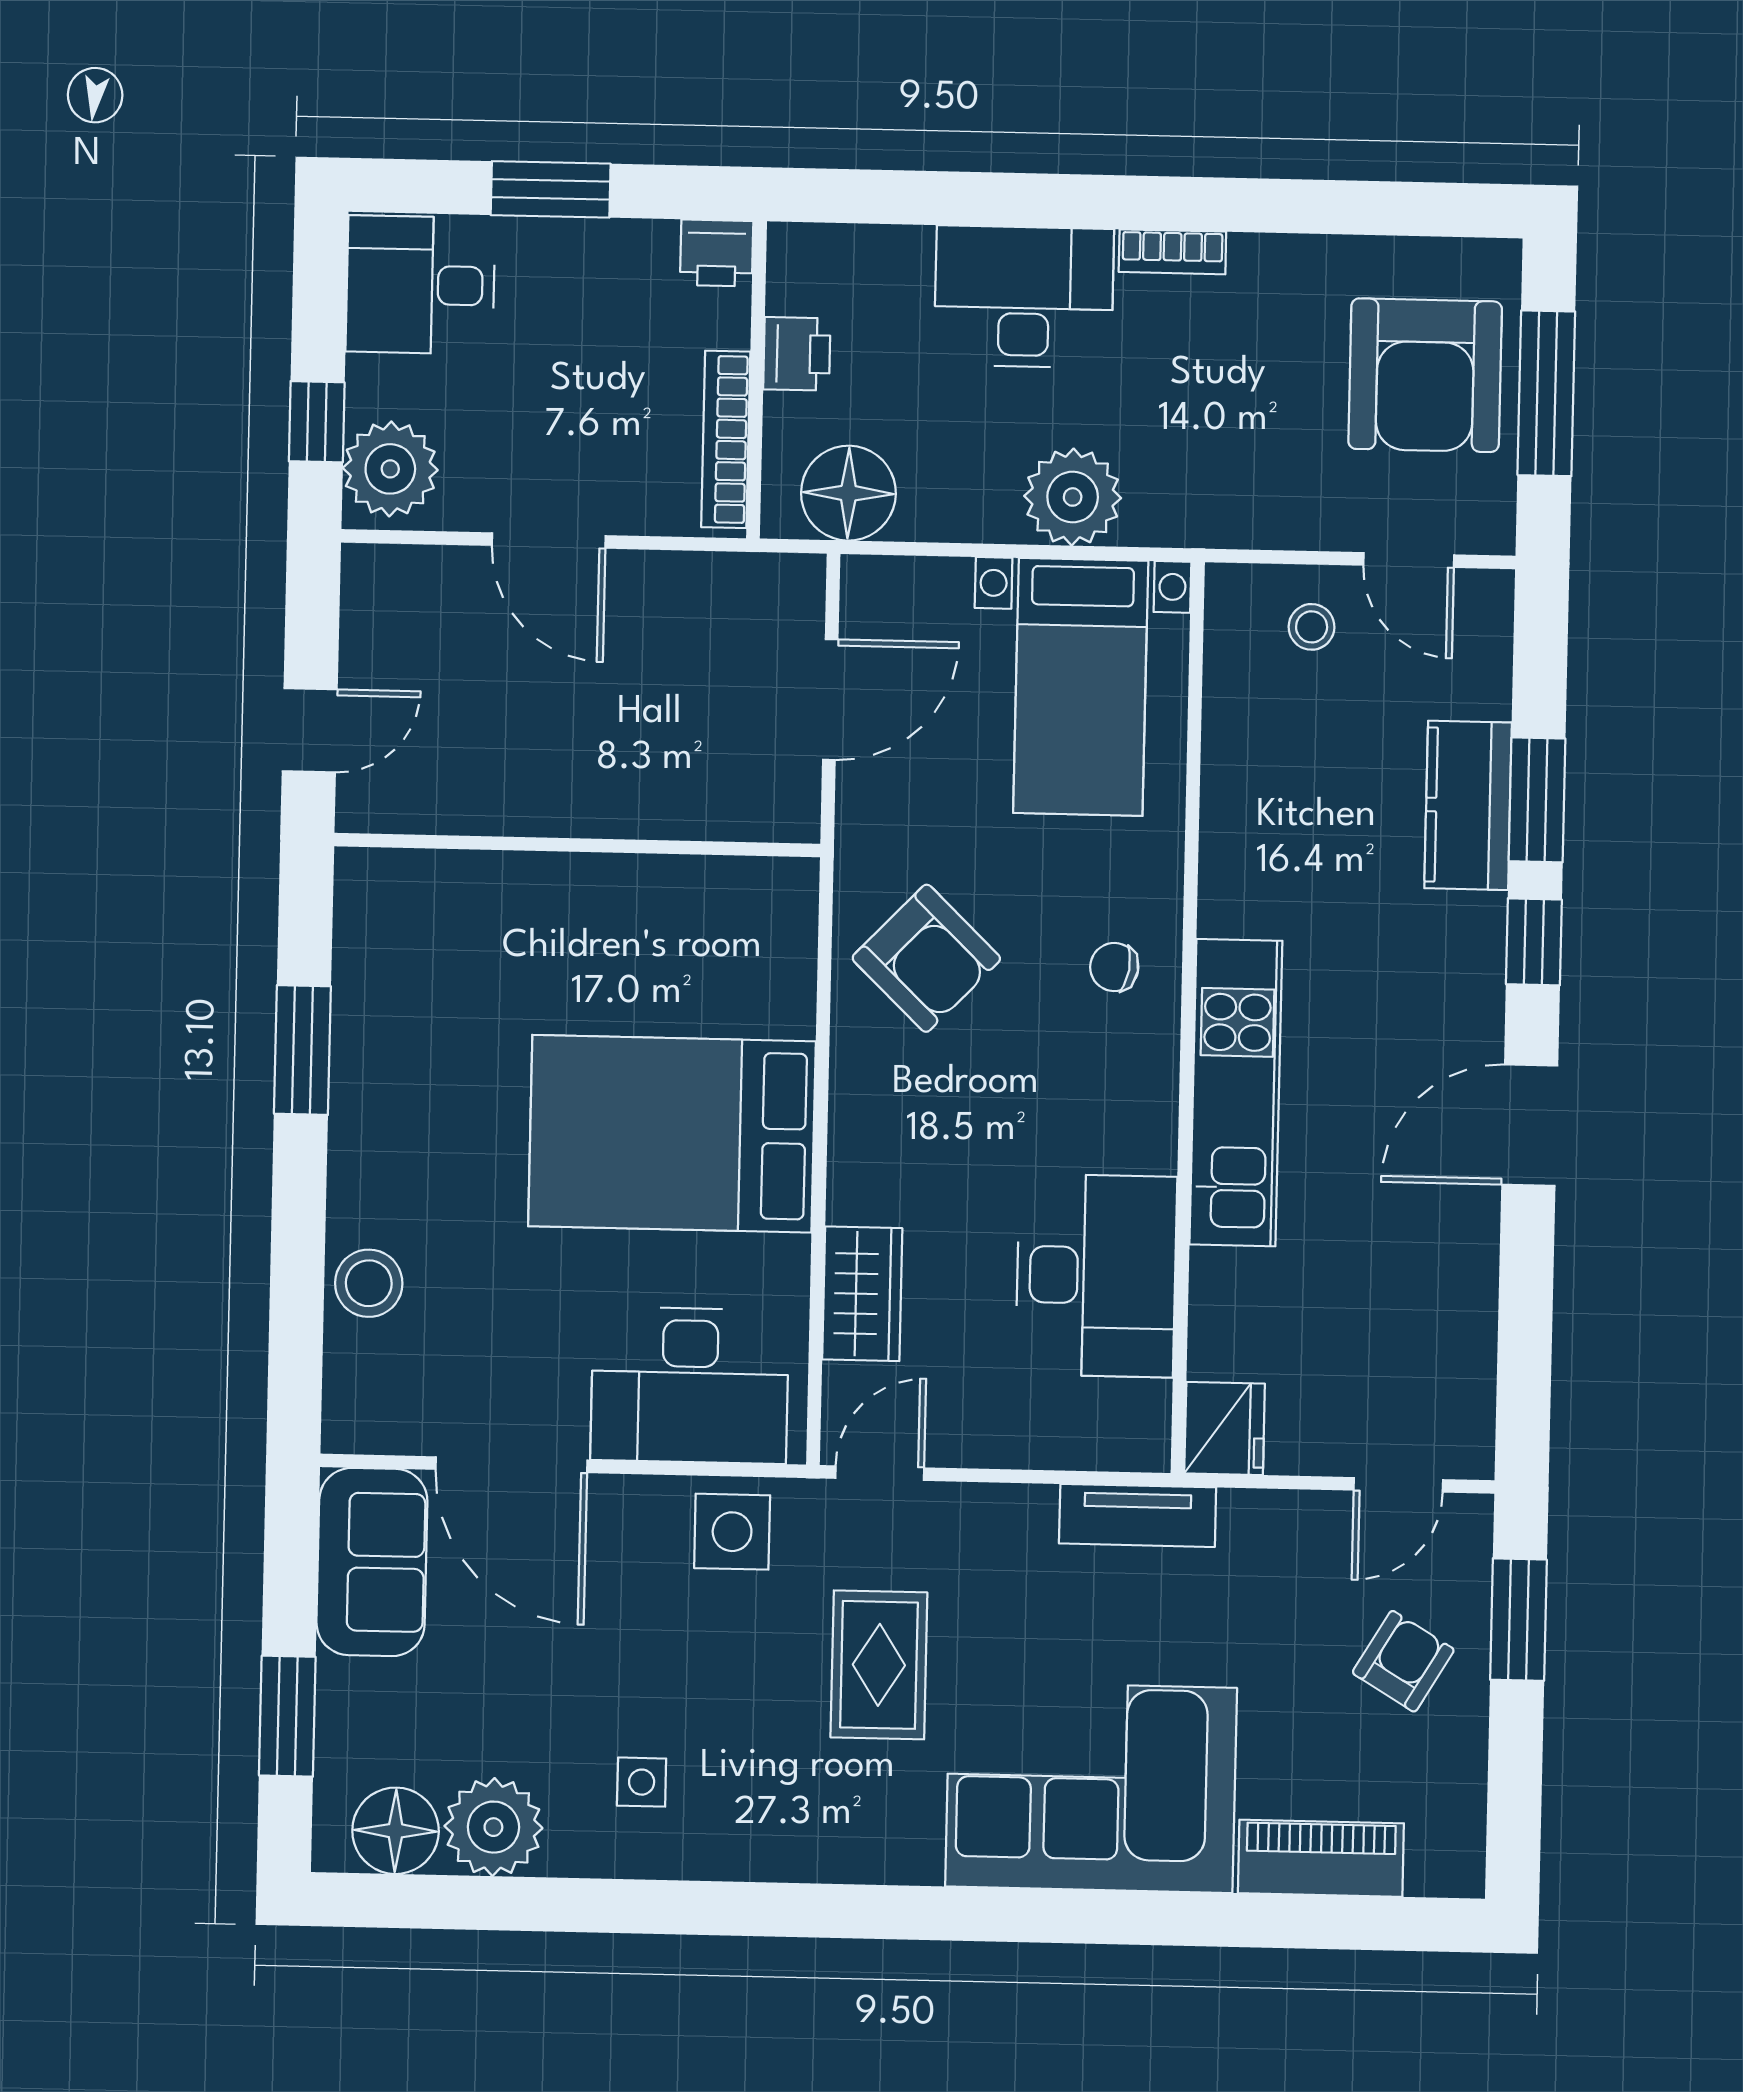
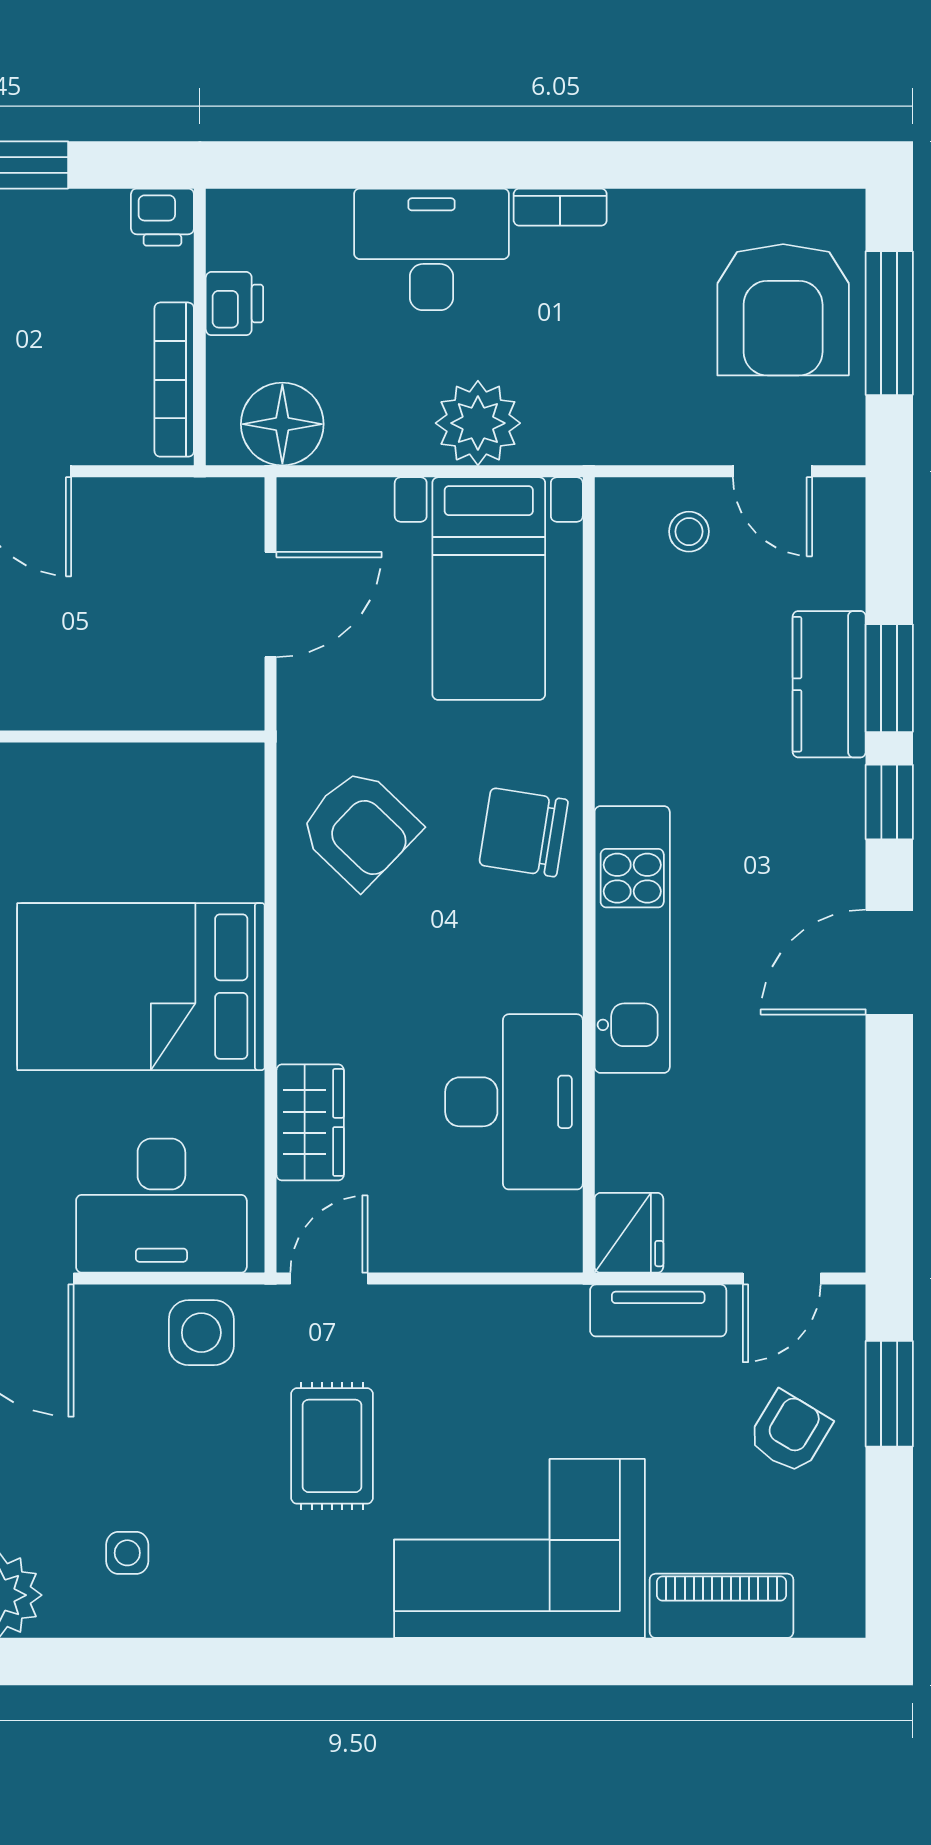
chair: (1114, 967) -> (524, 832), width x1.87, depth x1.87
tv unit: (1138, 1515) -> (658, 1310), moved

